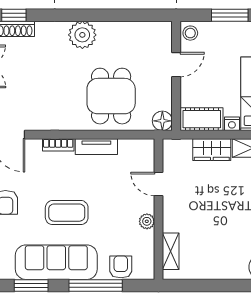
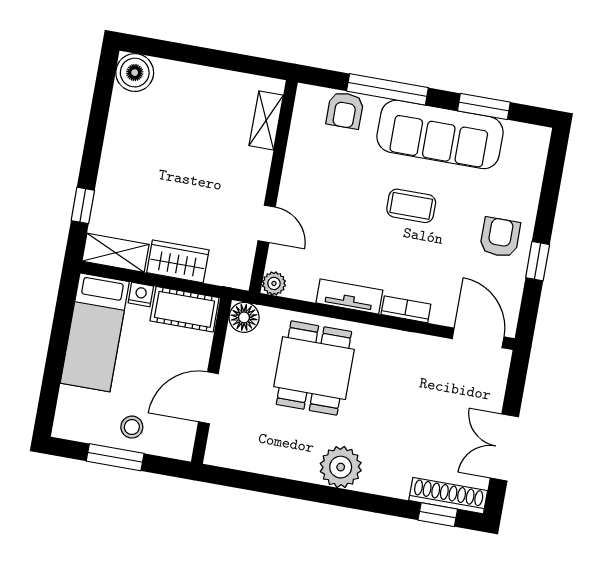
stool: (190, 33) -> (132, 427), moved
door: (176, 65) -> (208, 398), width x1.38
coffee table: (67, 213) -> (411, 206), width x0.73, depth x0.77
plant: (147, 221) -> (274, 283), moved

